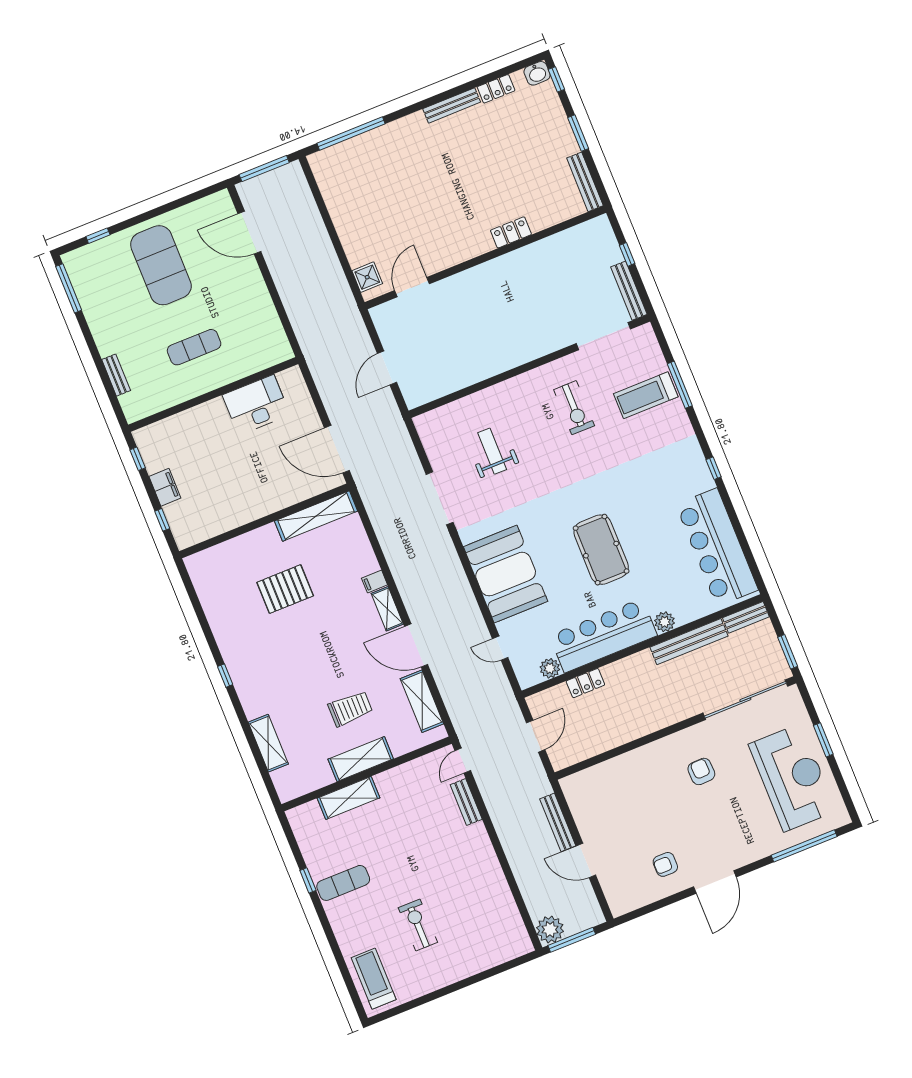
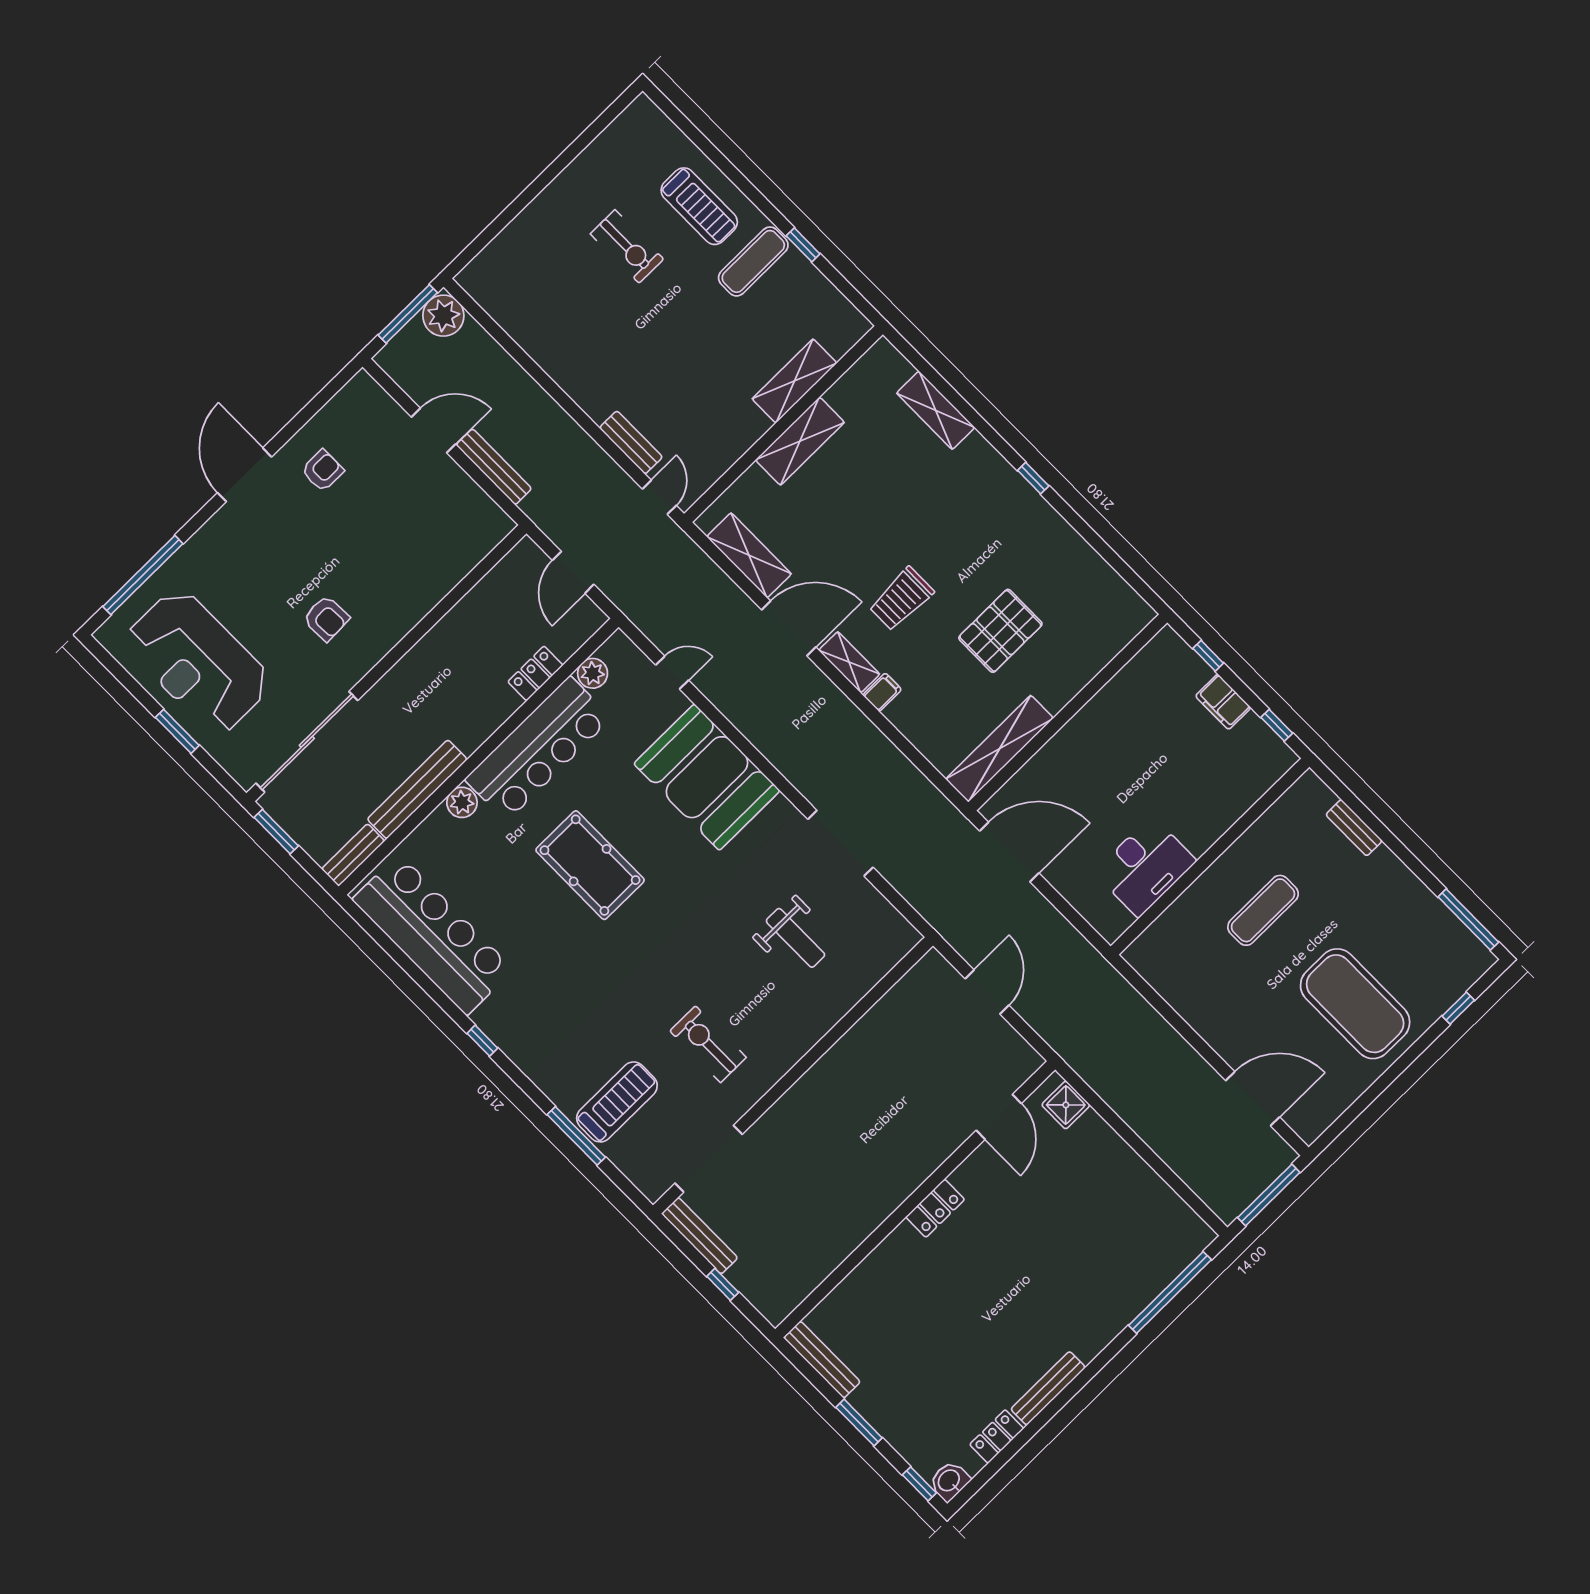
locker: (511, 232) -> (935, 1208), moved
trolley: (350, 709) -> (901, 599), moved
treadmill: (374, 979) -> (699, 206), moved

